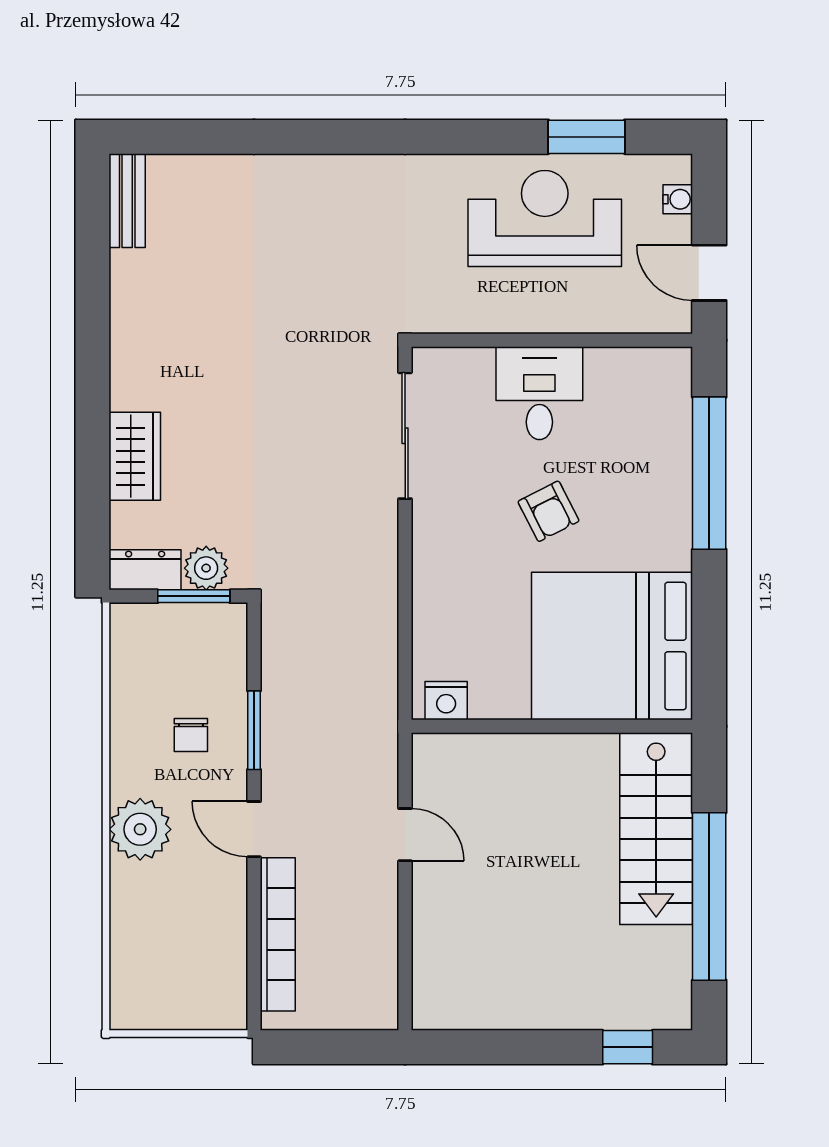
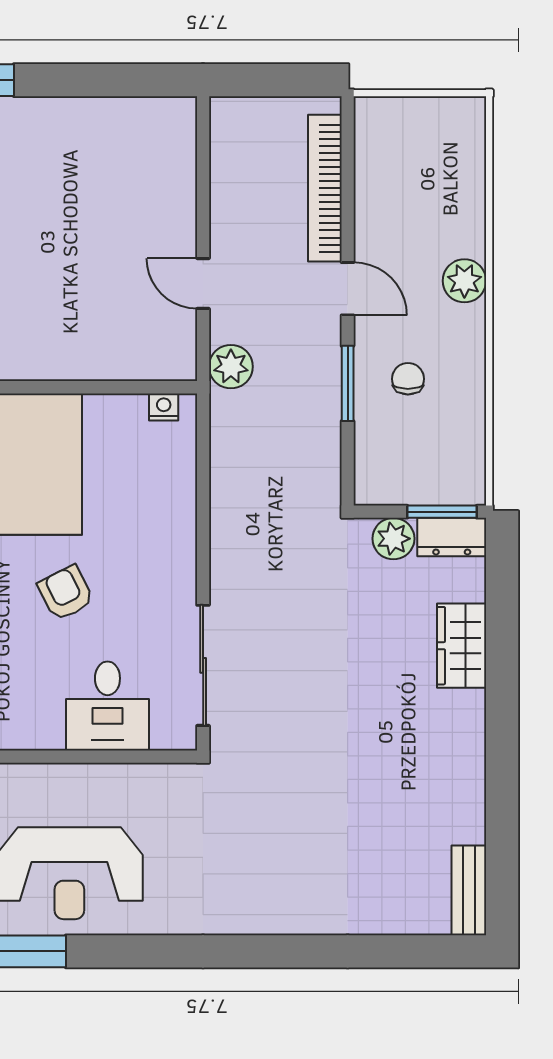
desk: (539, 393) -> (107, 706), moved
window: (194, 596) -> (442, 512), moved
nightstand: (446, 701) -> (164, 407), width x0.72, depth x0.74
plant: (376, 748) -> (231, 367), added
plant: (140, 829) -> (464, 281), width x0.73, depth x0.73

